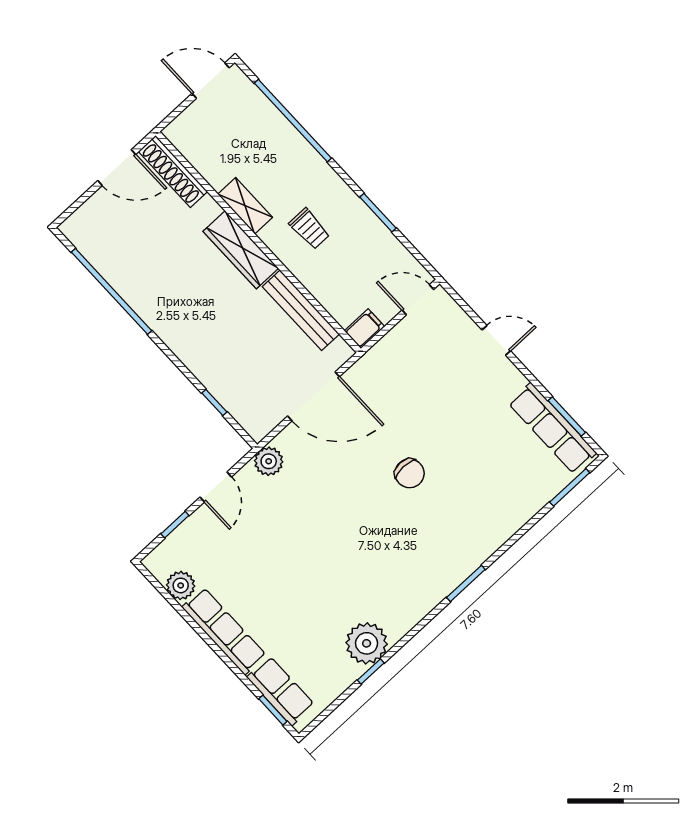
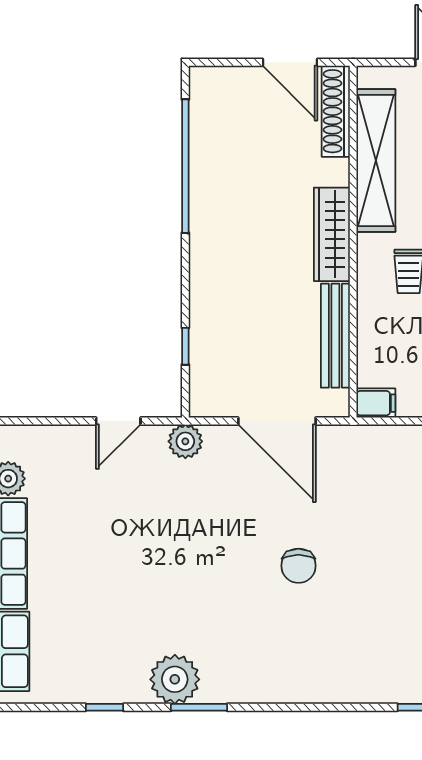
shelving: (245, 206) -> (376, 161), width x2.20, depth x1.33
window: (175, 525) -> (52, 421), removed
window: (466, 583) -> (199, 707), moved
plant: (367, 643) -> (175, 679), moved

